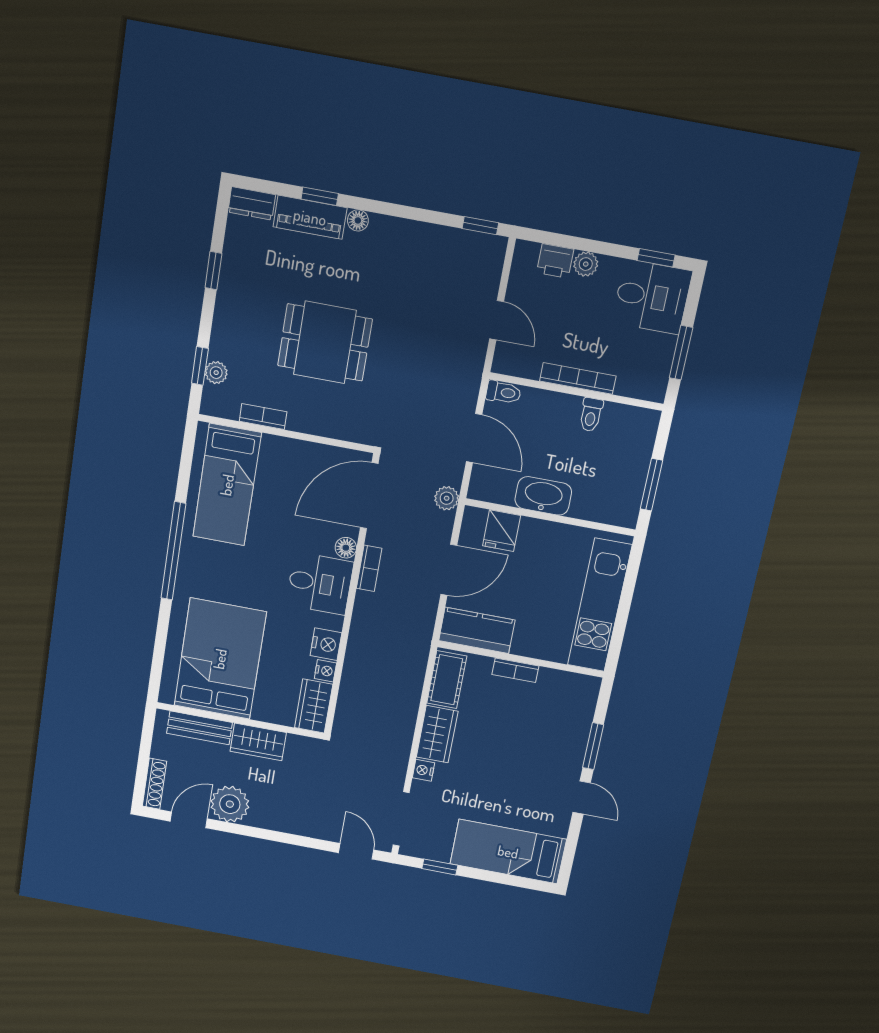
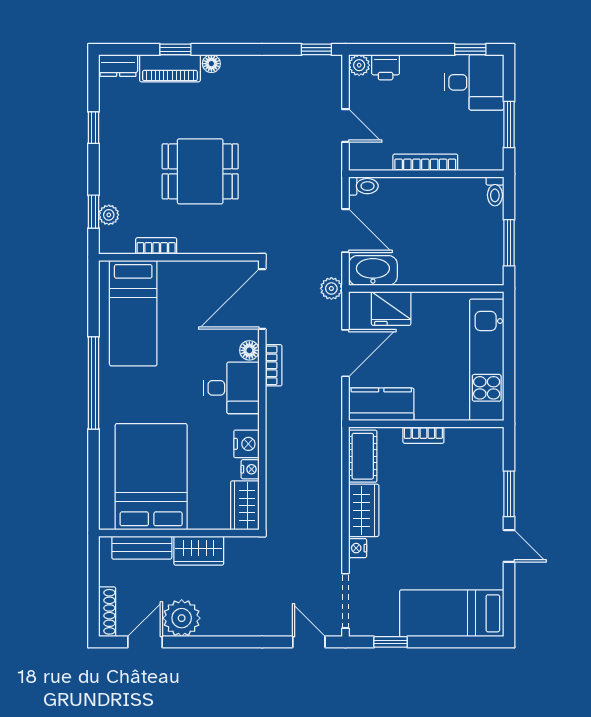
plant: (586, 264) -> (359, 65), moved
toilet: (591, 415) -> (495, 191), moved
washbasin: (543, 496) -> (373, 270), moved
fridge: (502, 531) -> (391, 308), width x1.38

